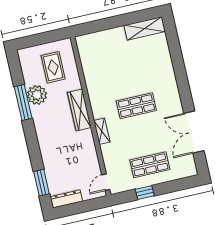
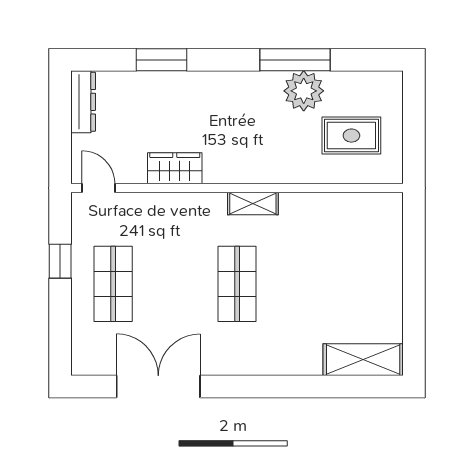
shelving: (145, 28) -> (363, 360), moved, turned 90
wardrobe: (79, 110) -> (175, 168), moved, width x0.67
shelving: (102, 131) -> (253, 203), moved
window: (41, 183) -> (162, 60), moved

